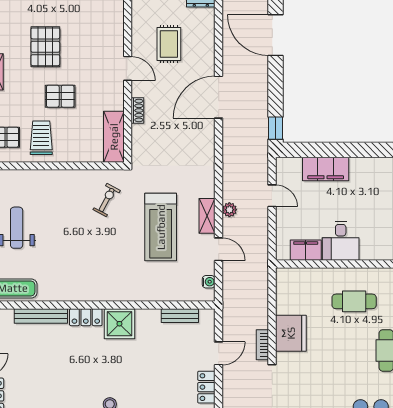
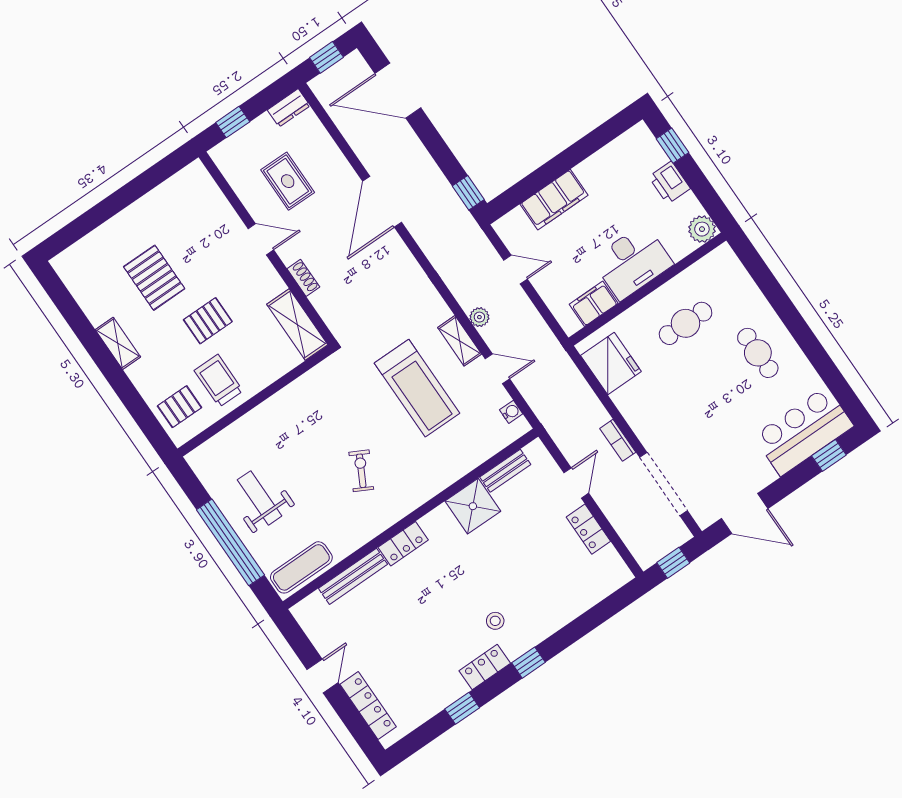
exercise bike: (107, 200) -> (361, 471), moved
desk: (341, 241) -> (632, 262), width x1.37
shower: (119, 324) -> (473, 506), moved
fridge: (291, 333) -> (611, 364), moved

